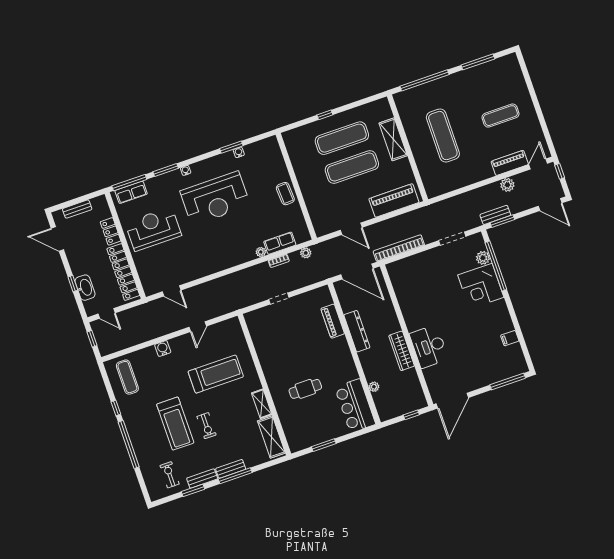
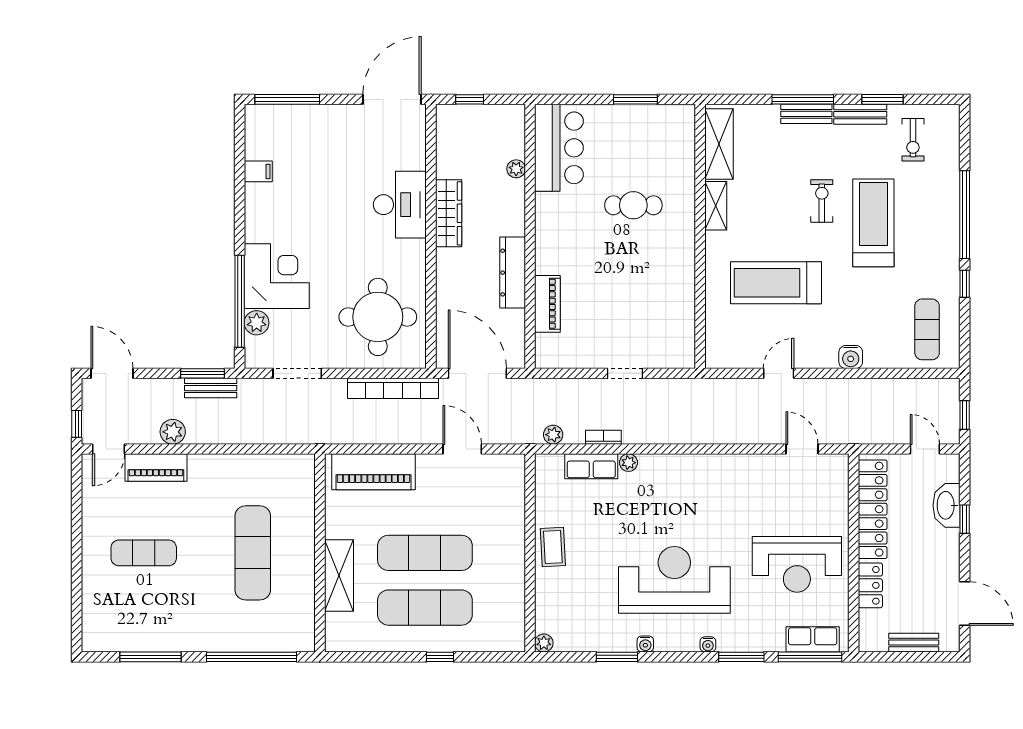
plant: (273, 141) -> (544, 643), added
water cooler: (239, 152) -> (645, 644), moved
round table: (420, 283) -> (378, 317), added

